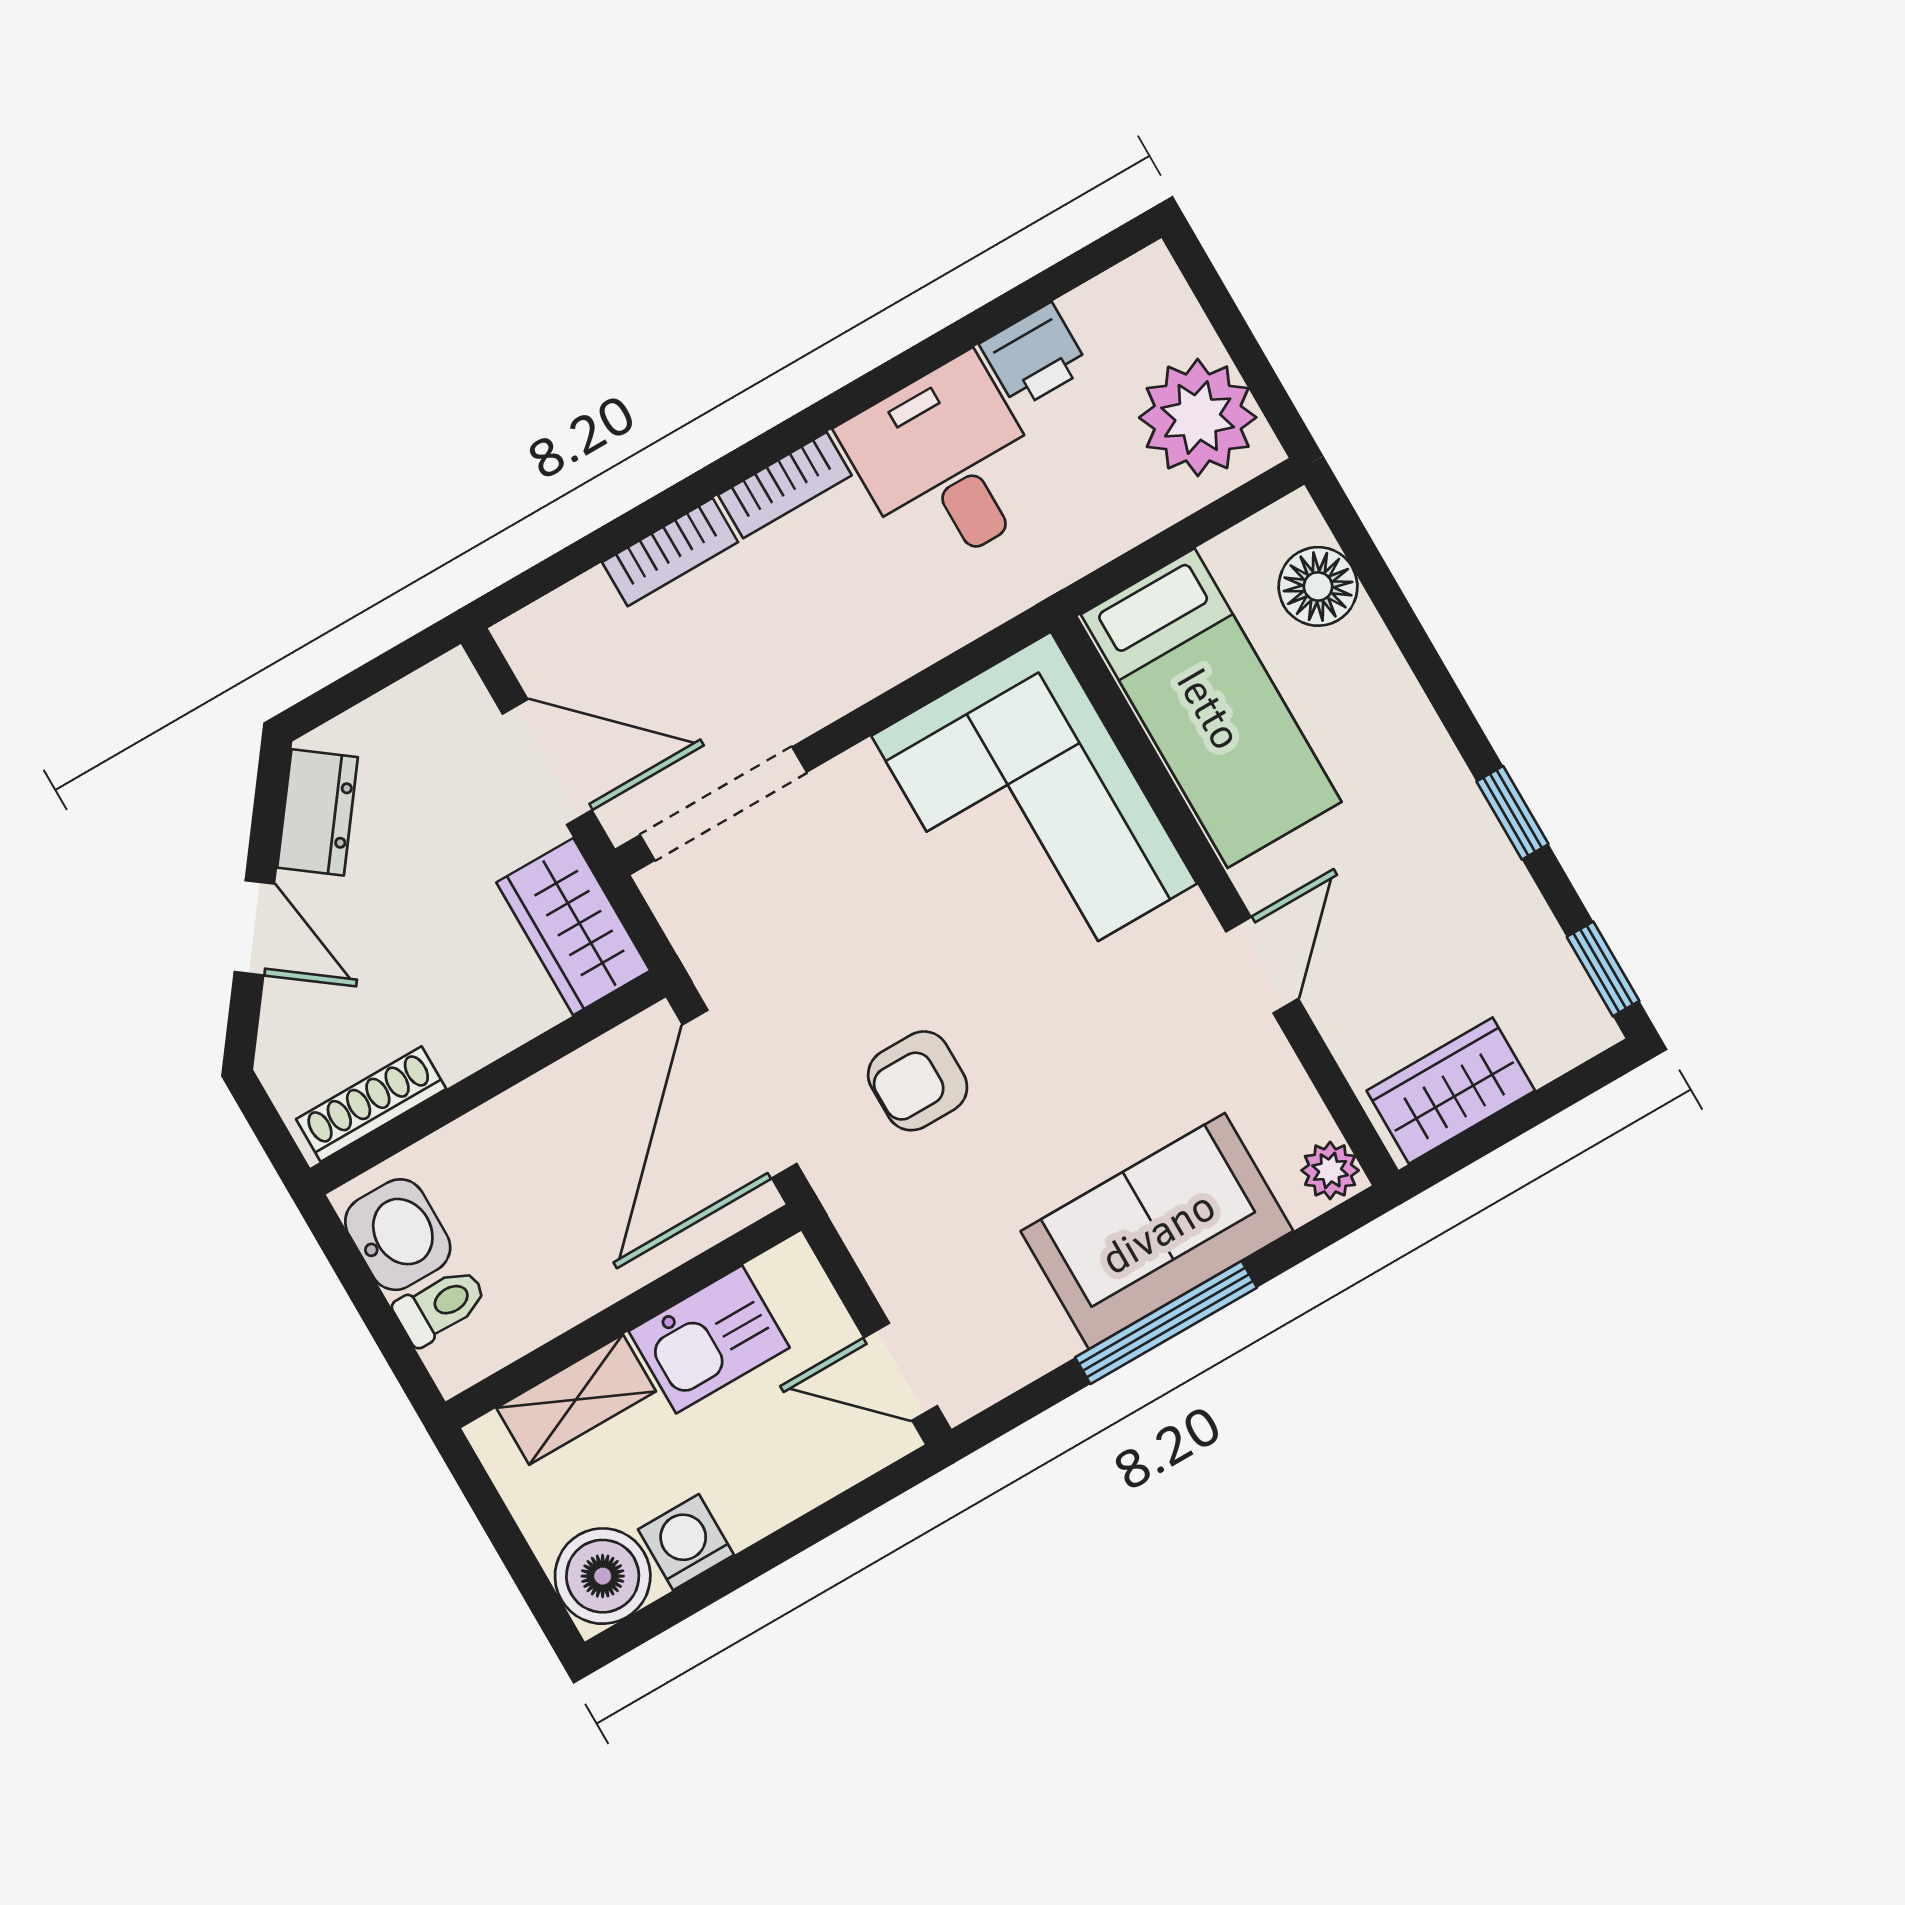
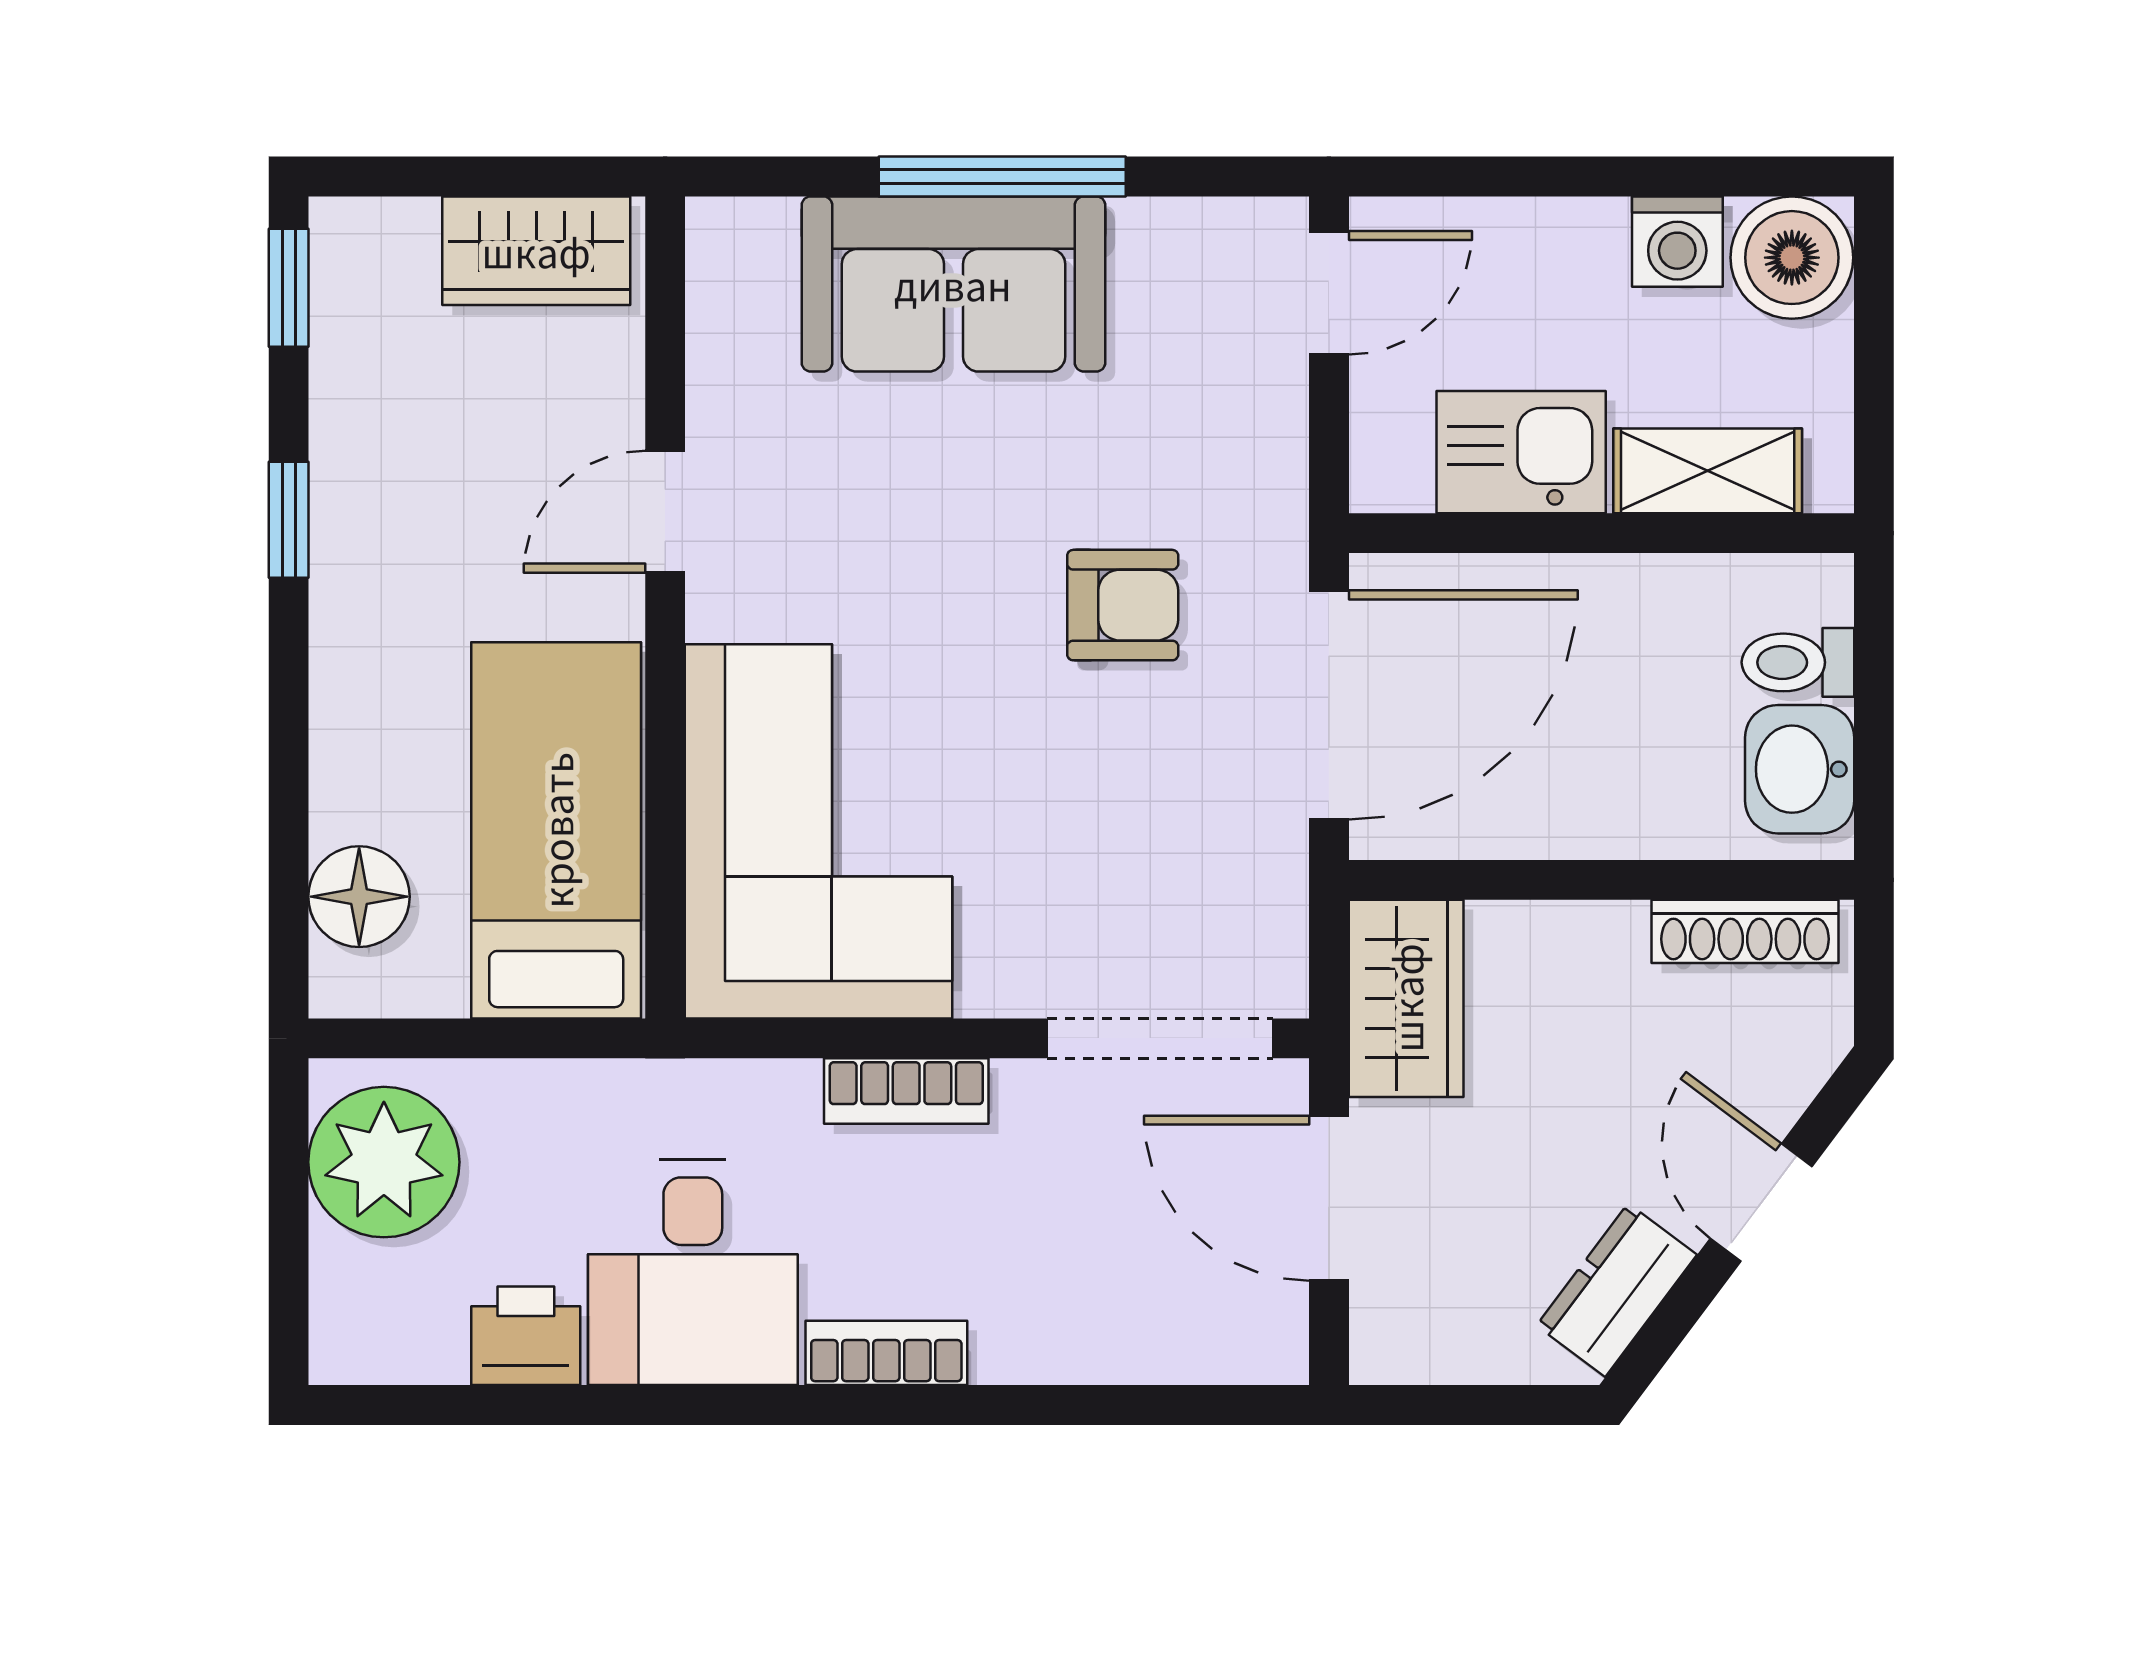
bookcase: (670, 552) -> (906, 1091), moved, turned 180
plant: (1330, 1170) -> (722, 240), removed
door: (901, 1372) -> (1329, 293), hinge flipped

